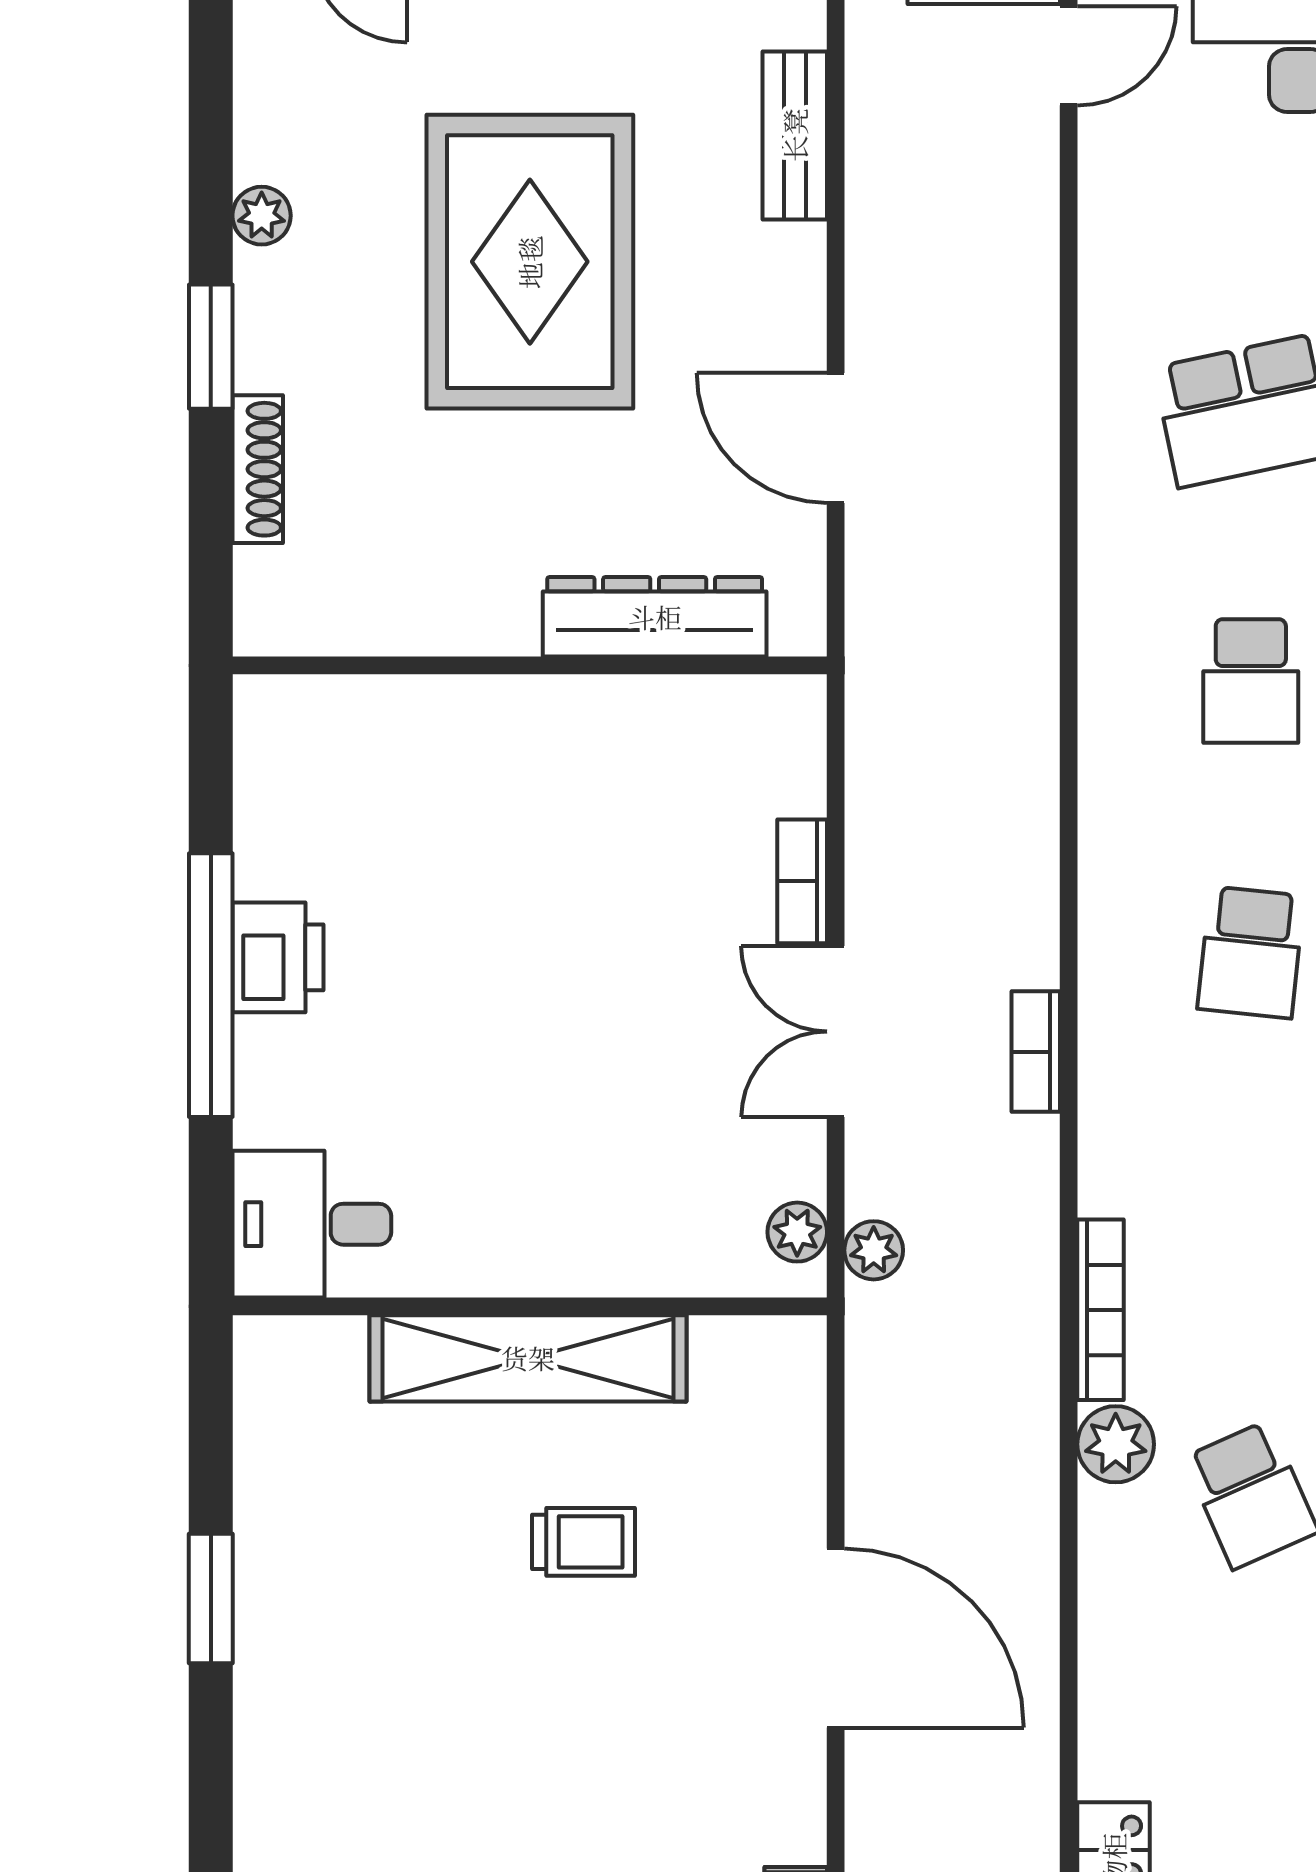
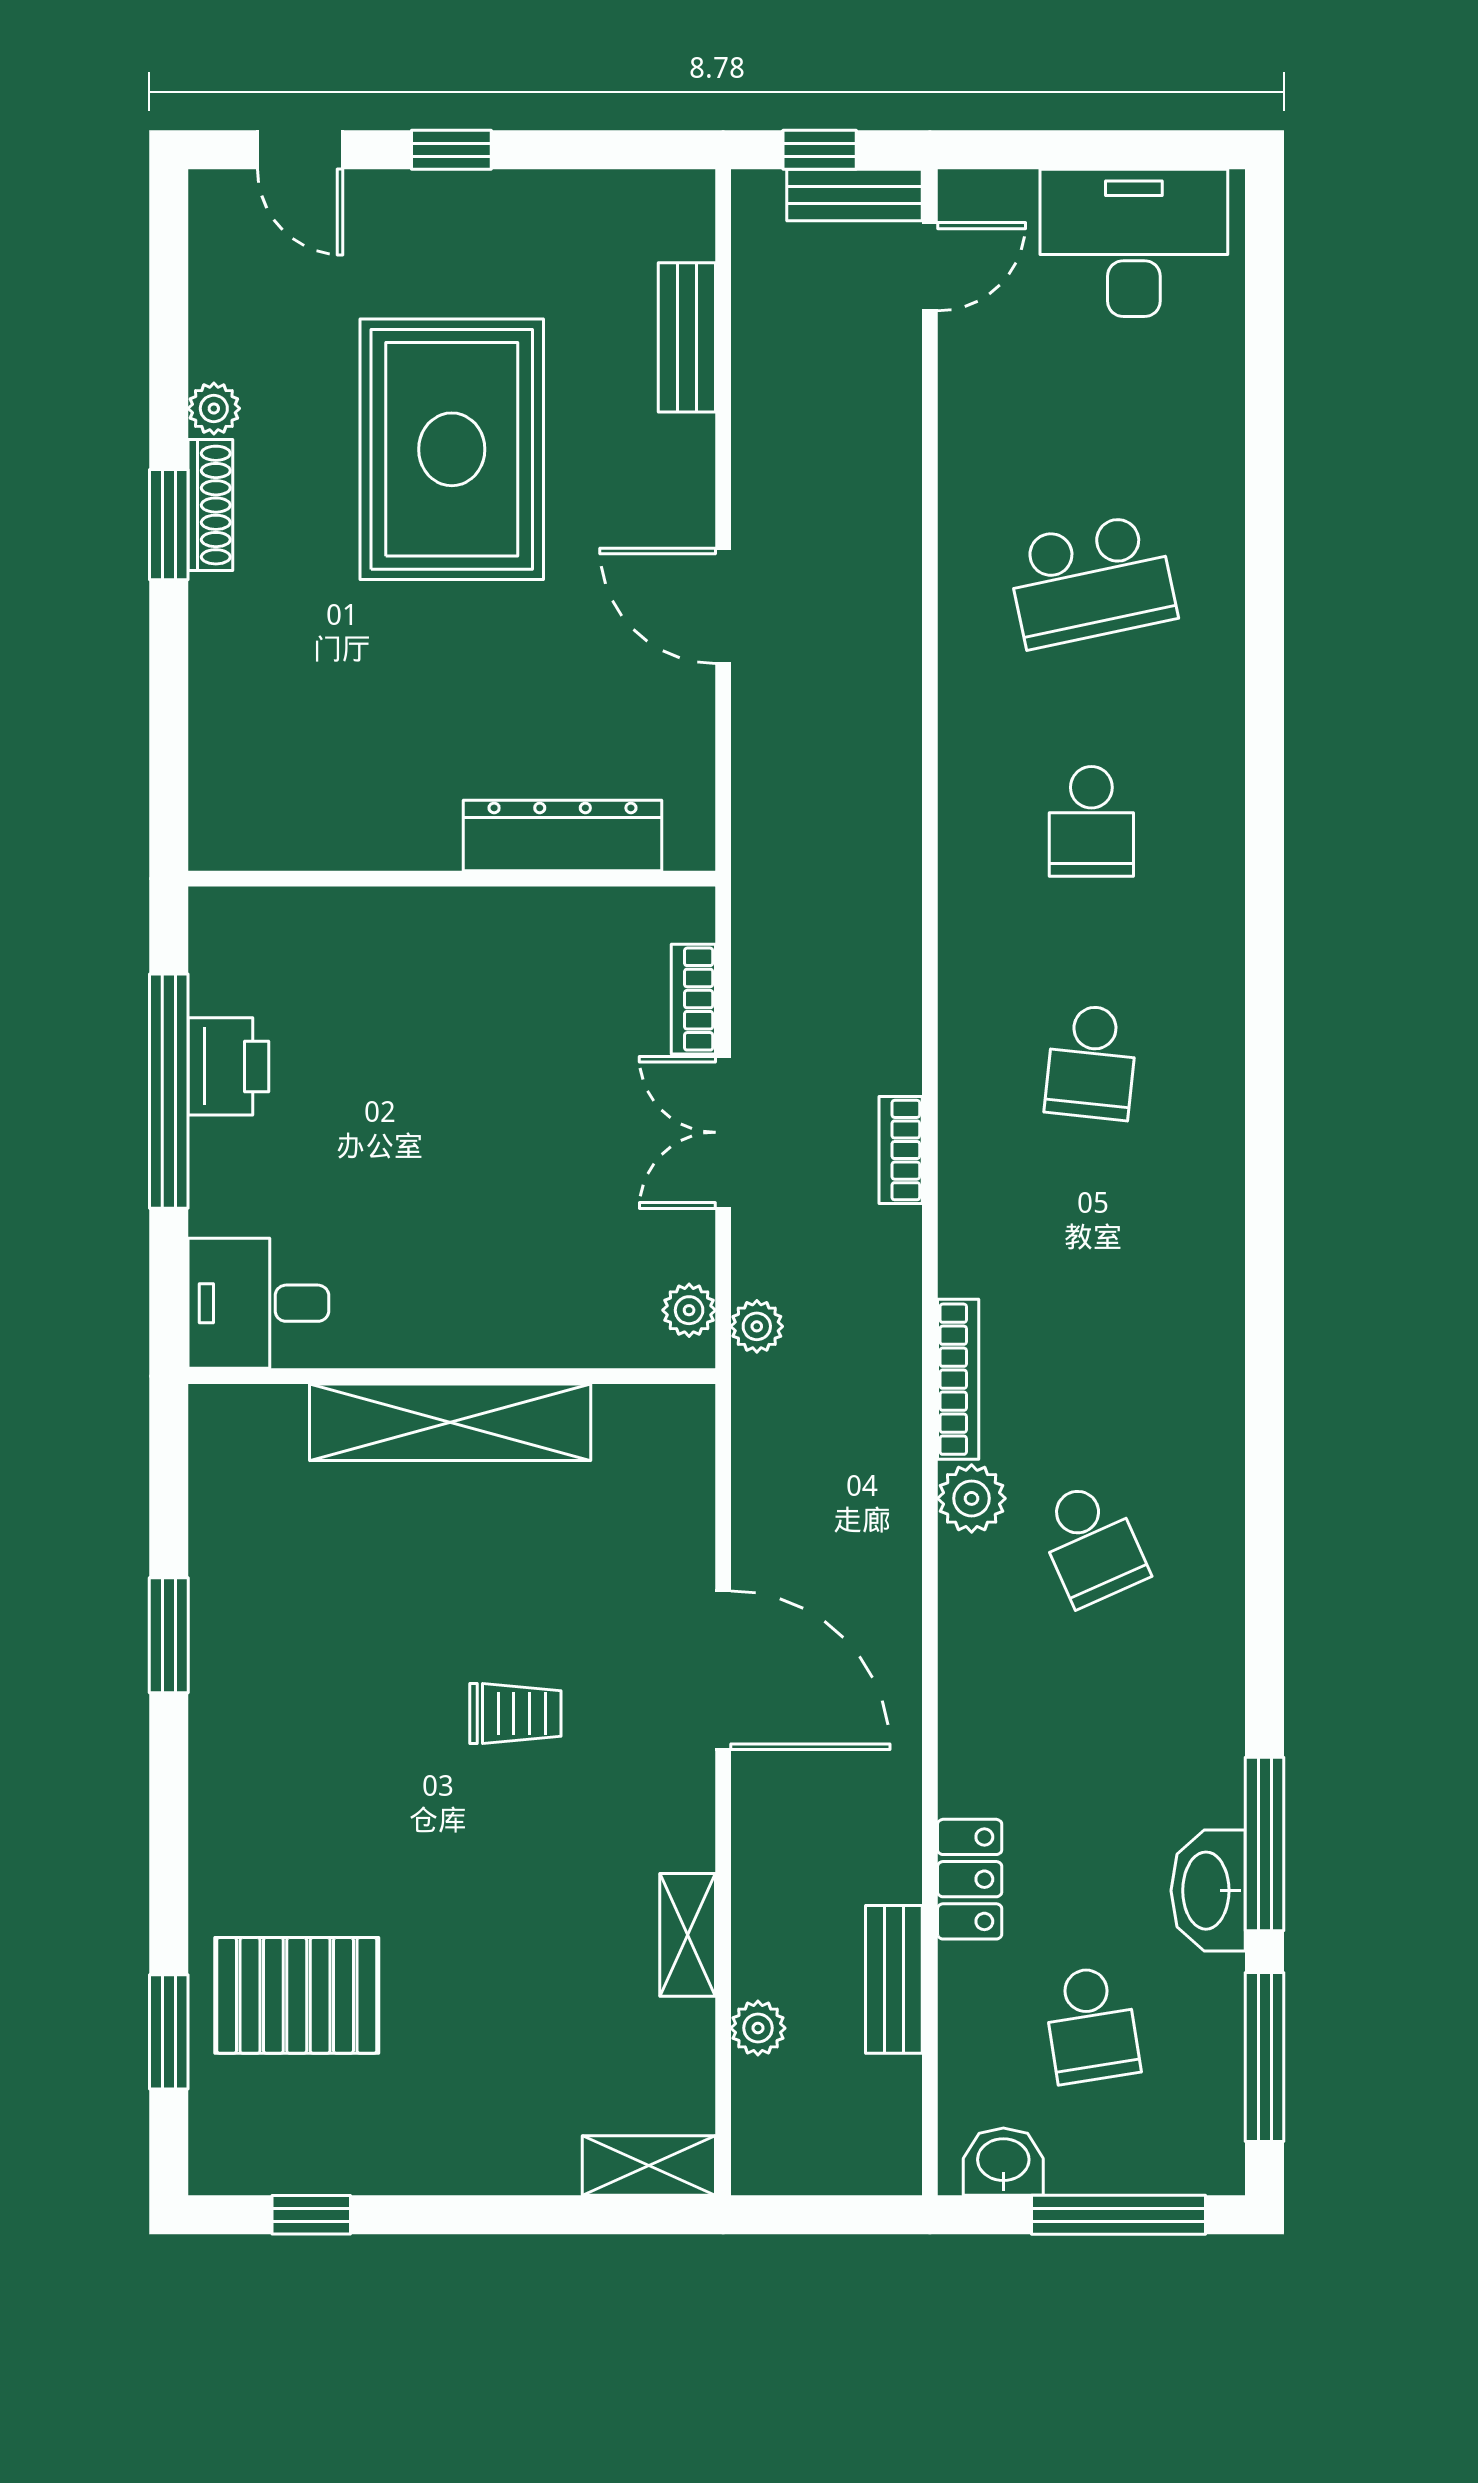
shoe rack: (258, 469) -> (210, 505), moved
dresser: (655, 617) -> (563, 836), moved
wall: (530, 665) -> (452, 879), moved
trolley: (583, 1542) -> (515, 1713), moved

